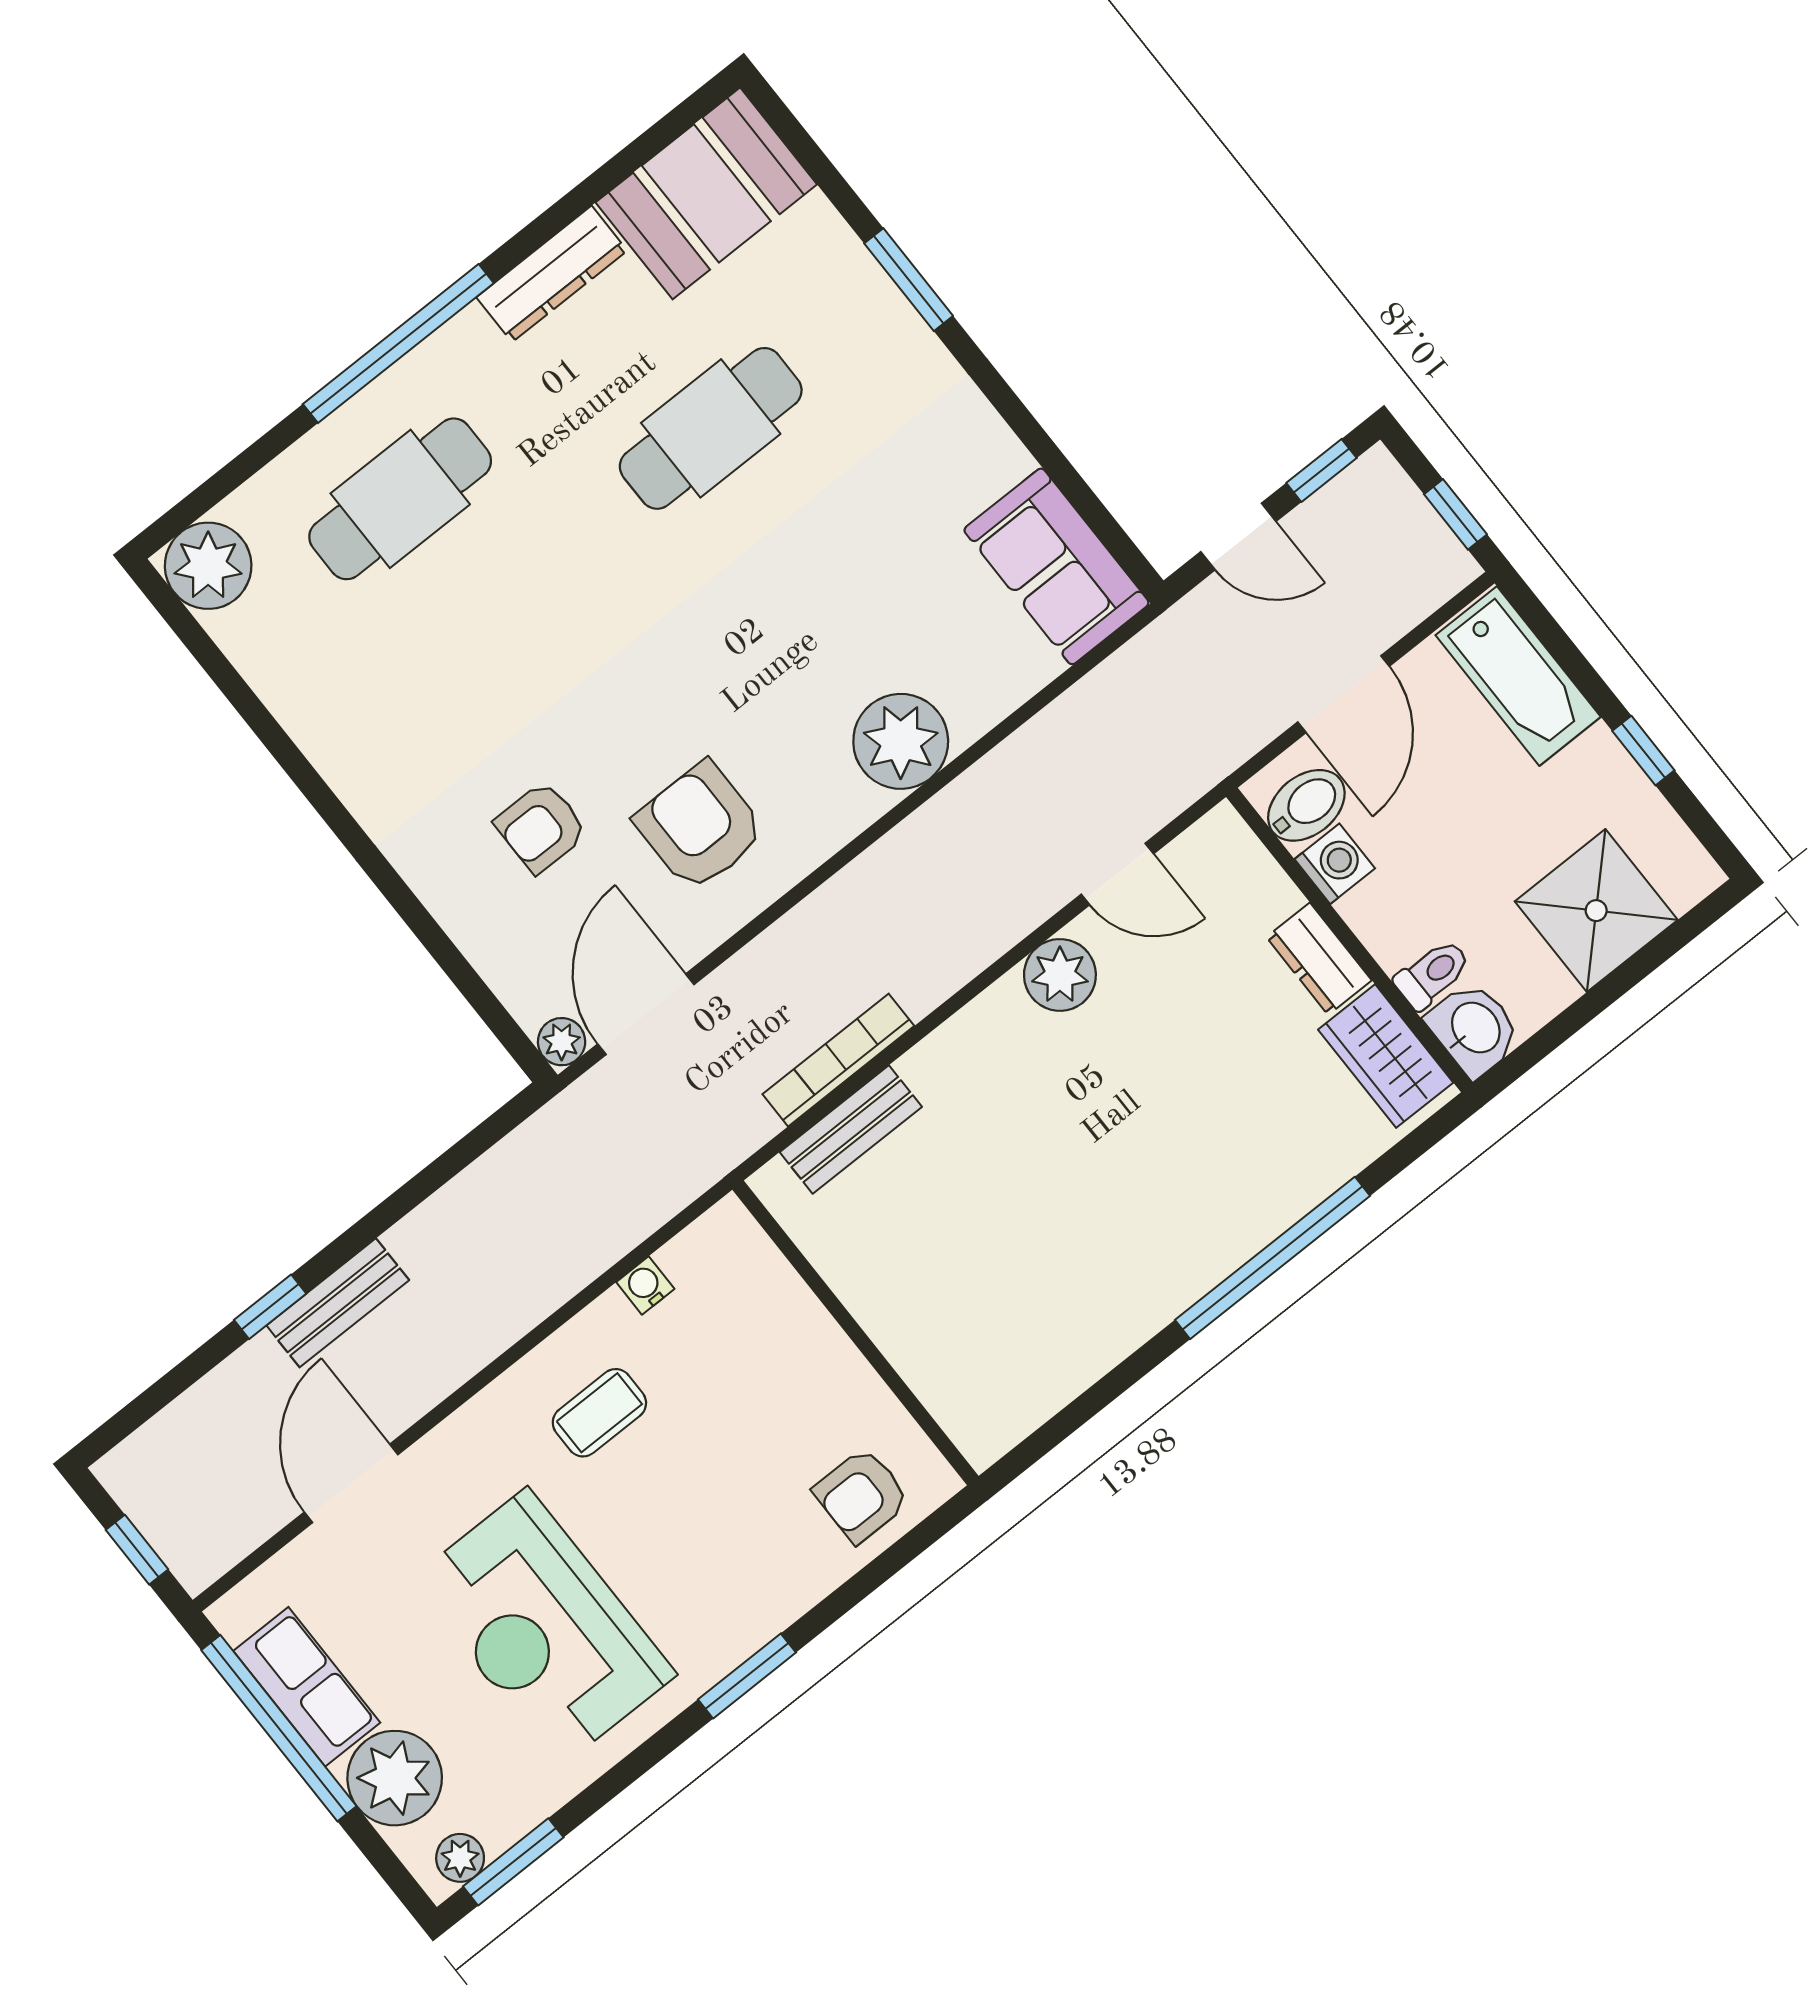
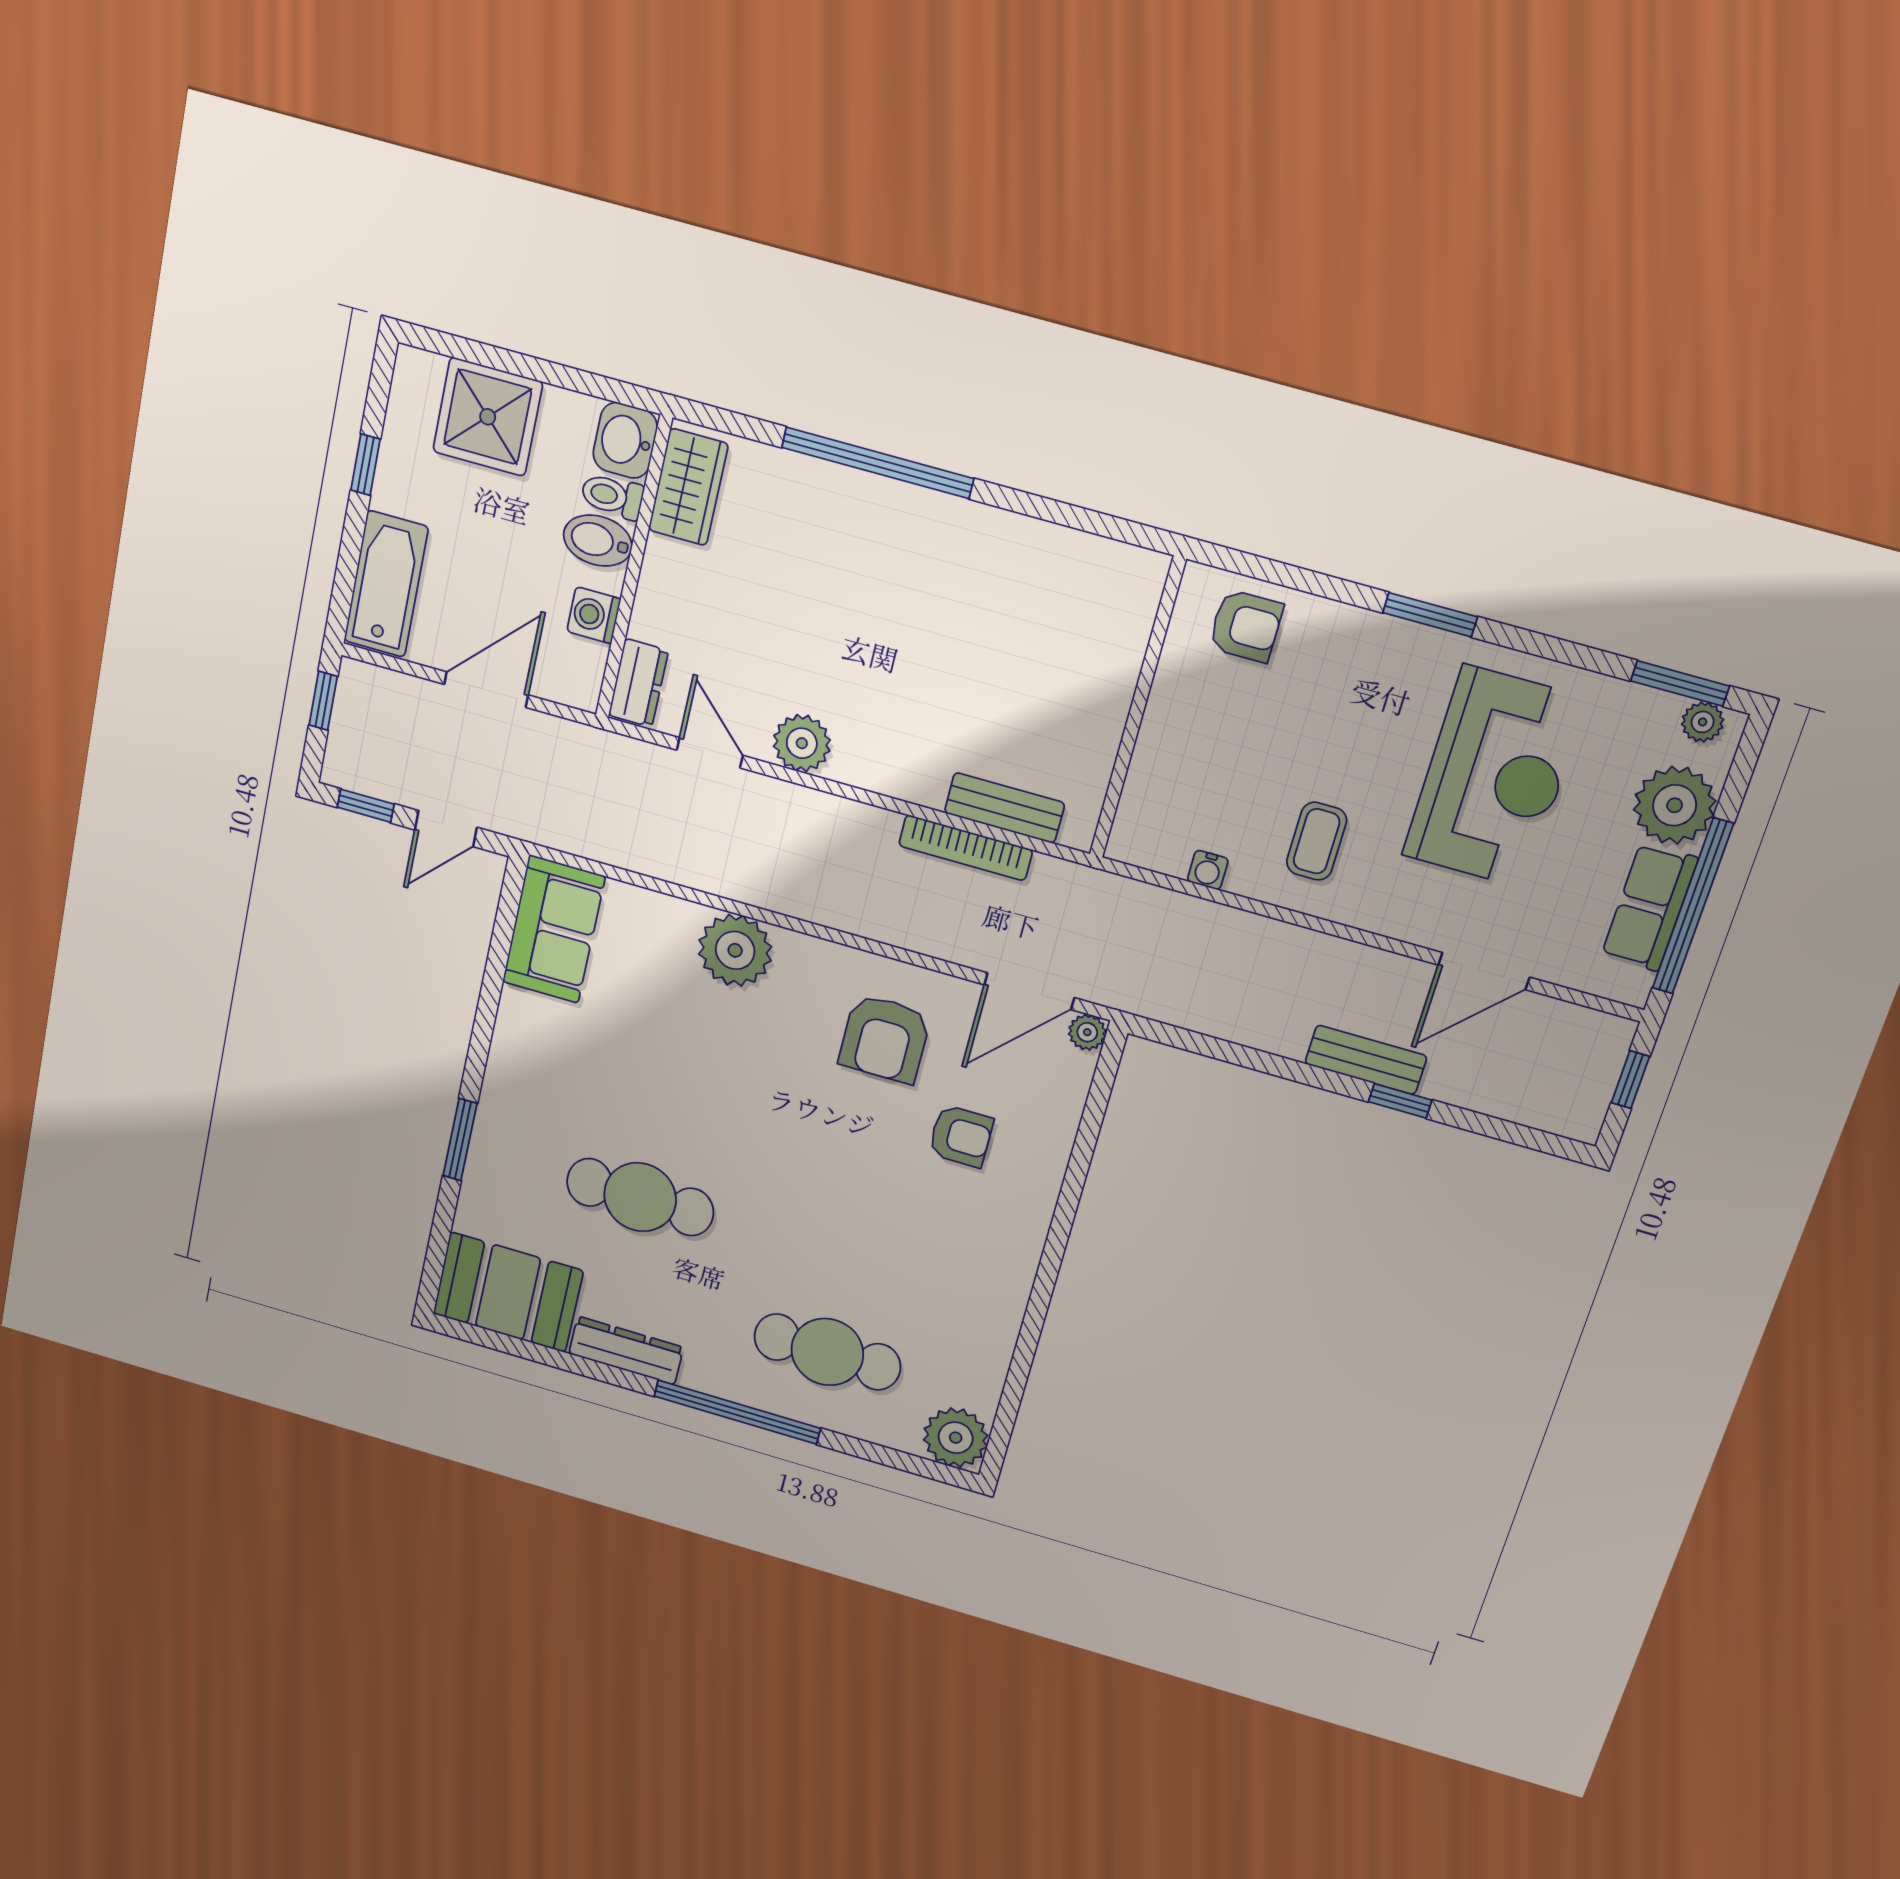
door: (1238, 537) -> (446, 829), swing flipped
bidet: (1306, 805) -> (598, 541), moved
dresser: (1319, 959) -> (638, 683), moved
coffee table: (599, 1413) -> (1317, 841), turned 90

